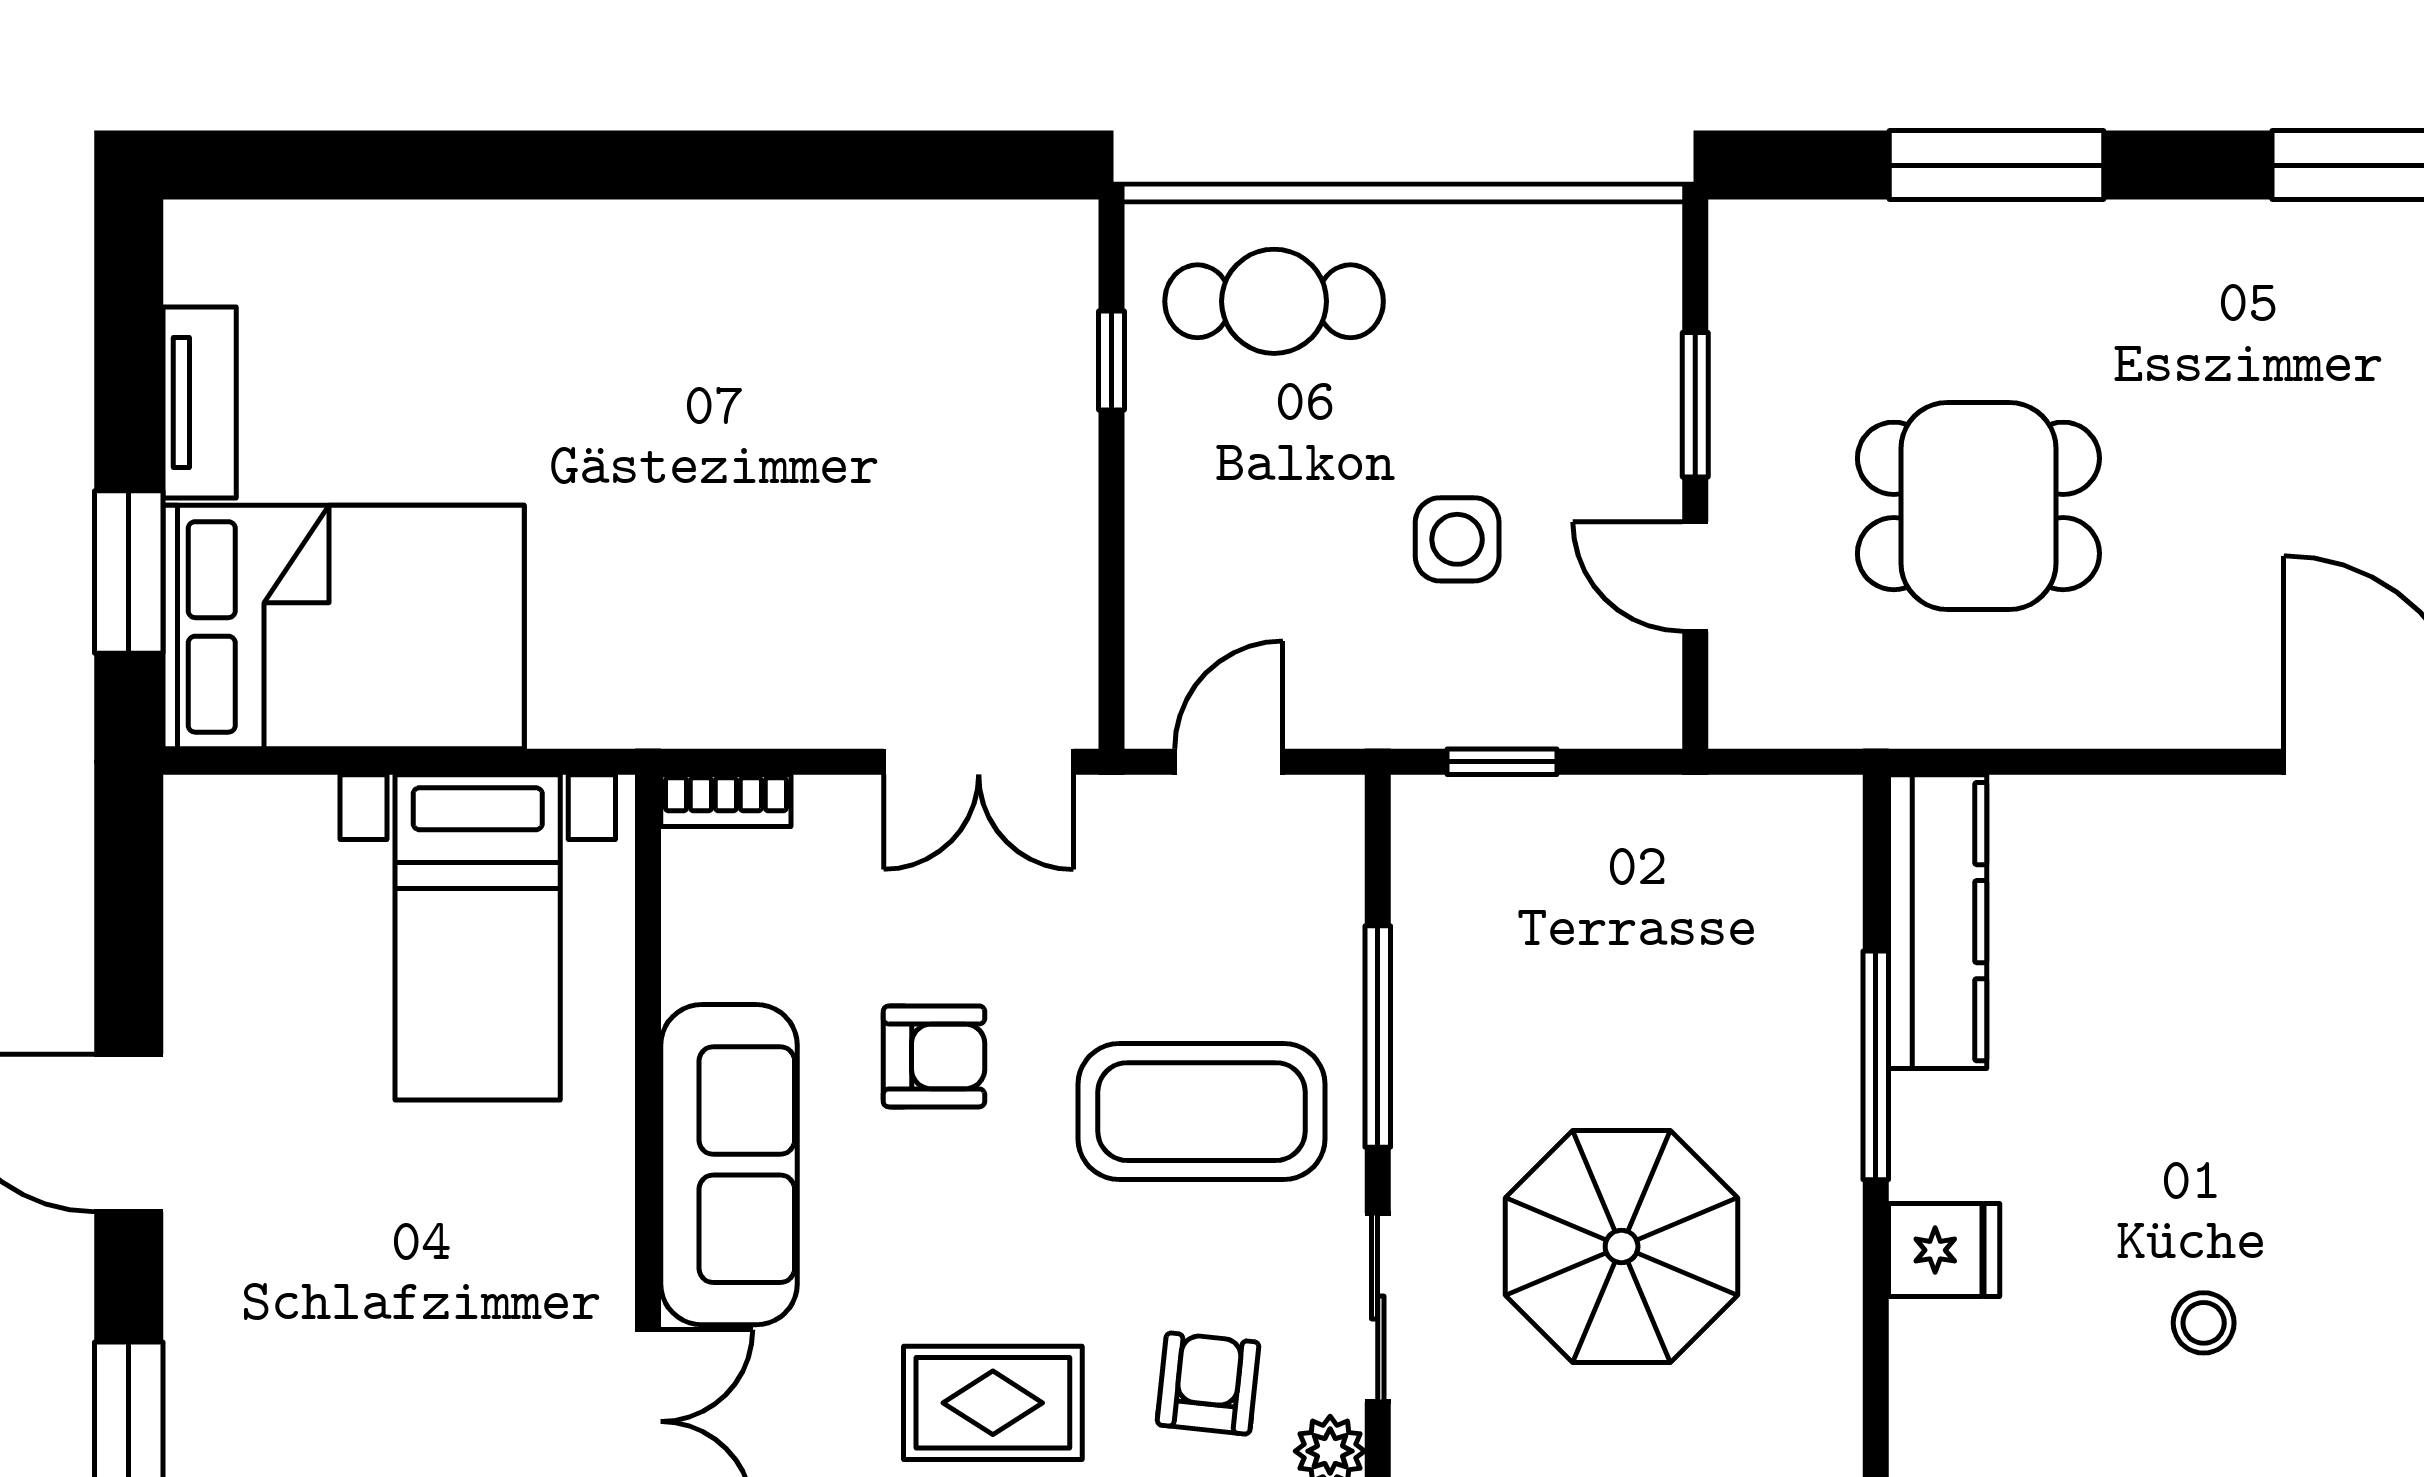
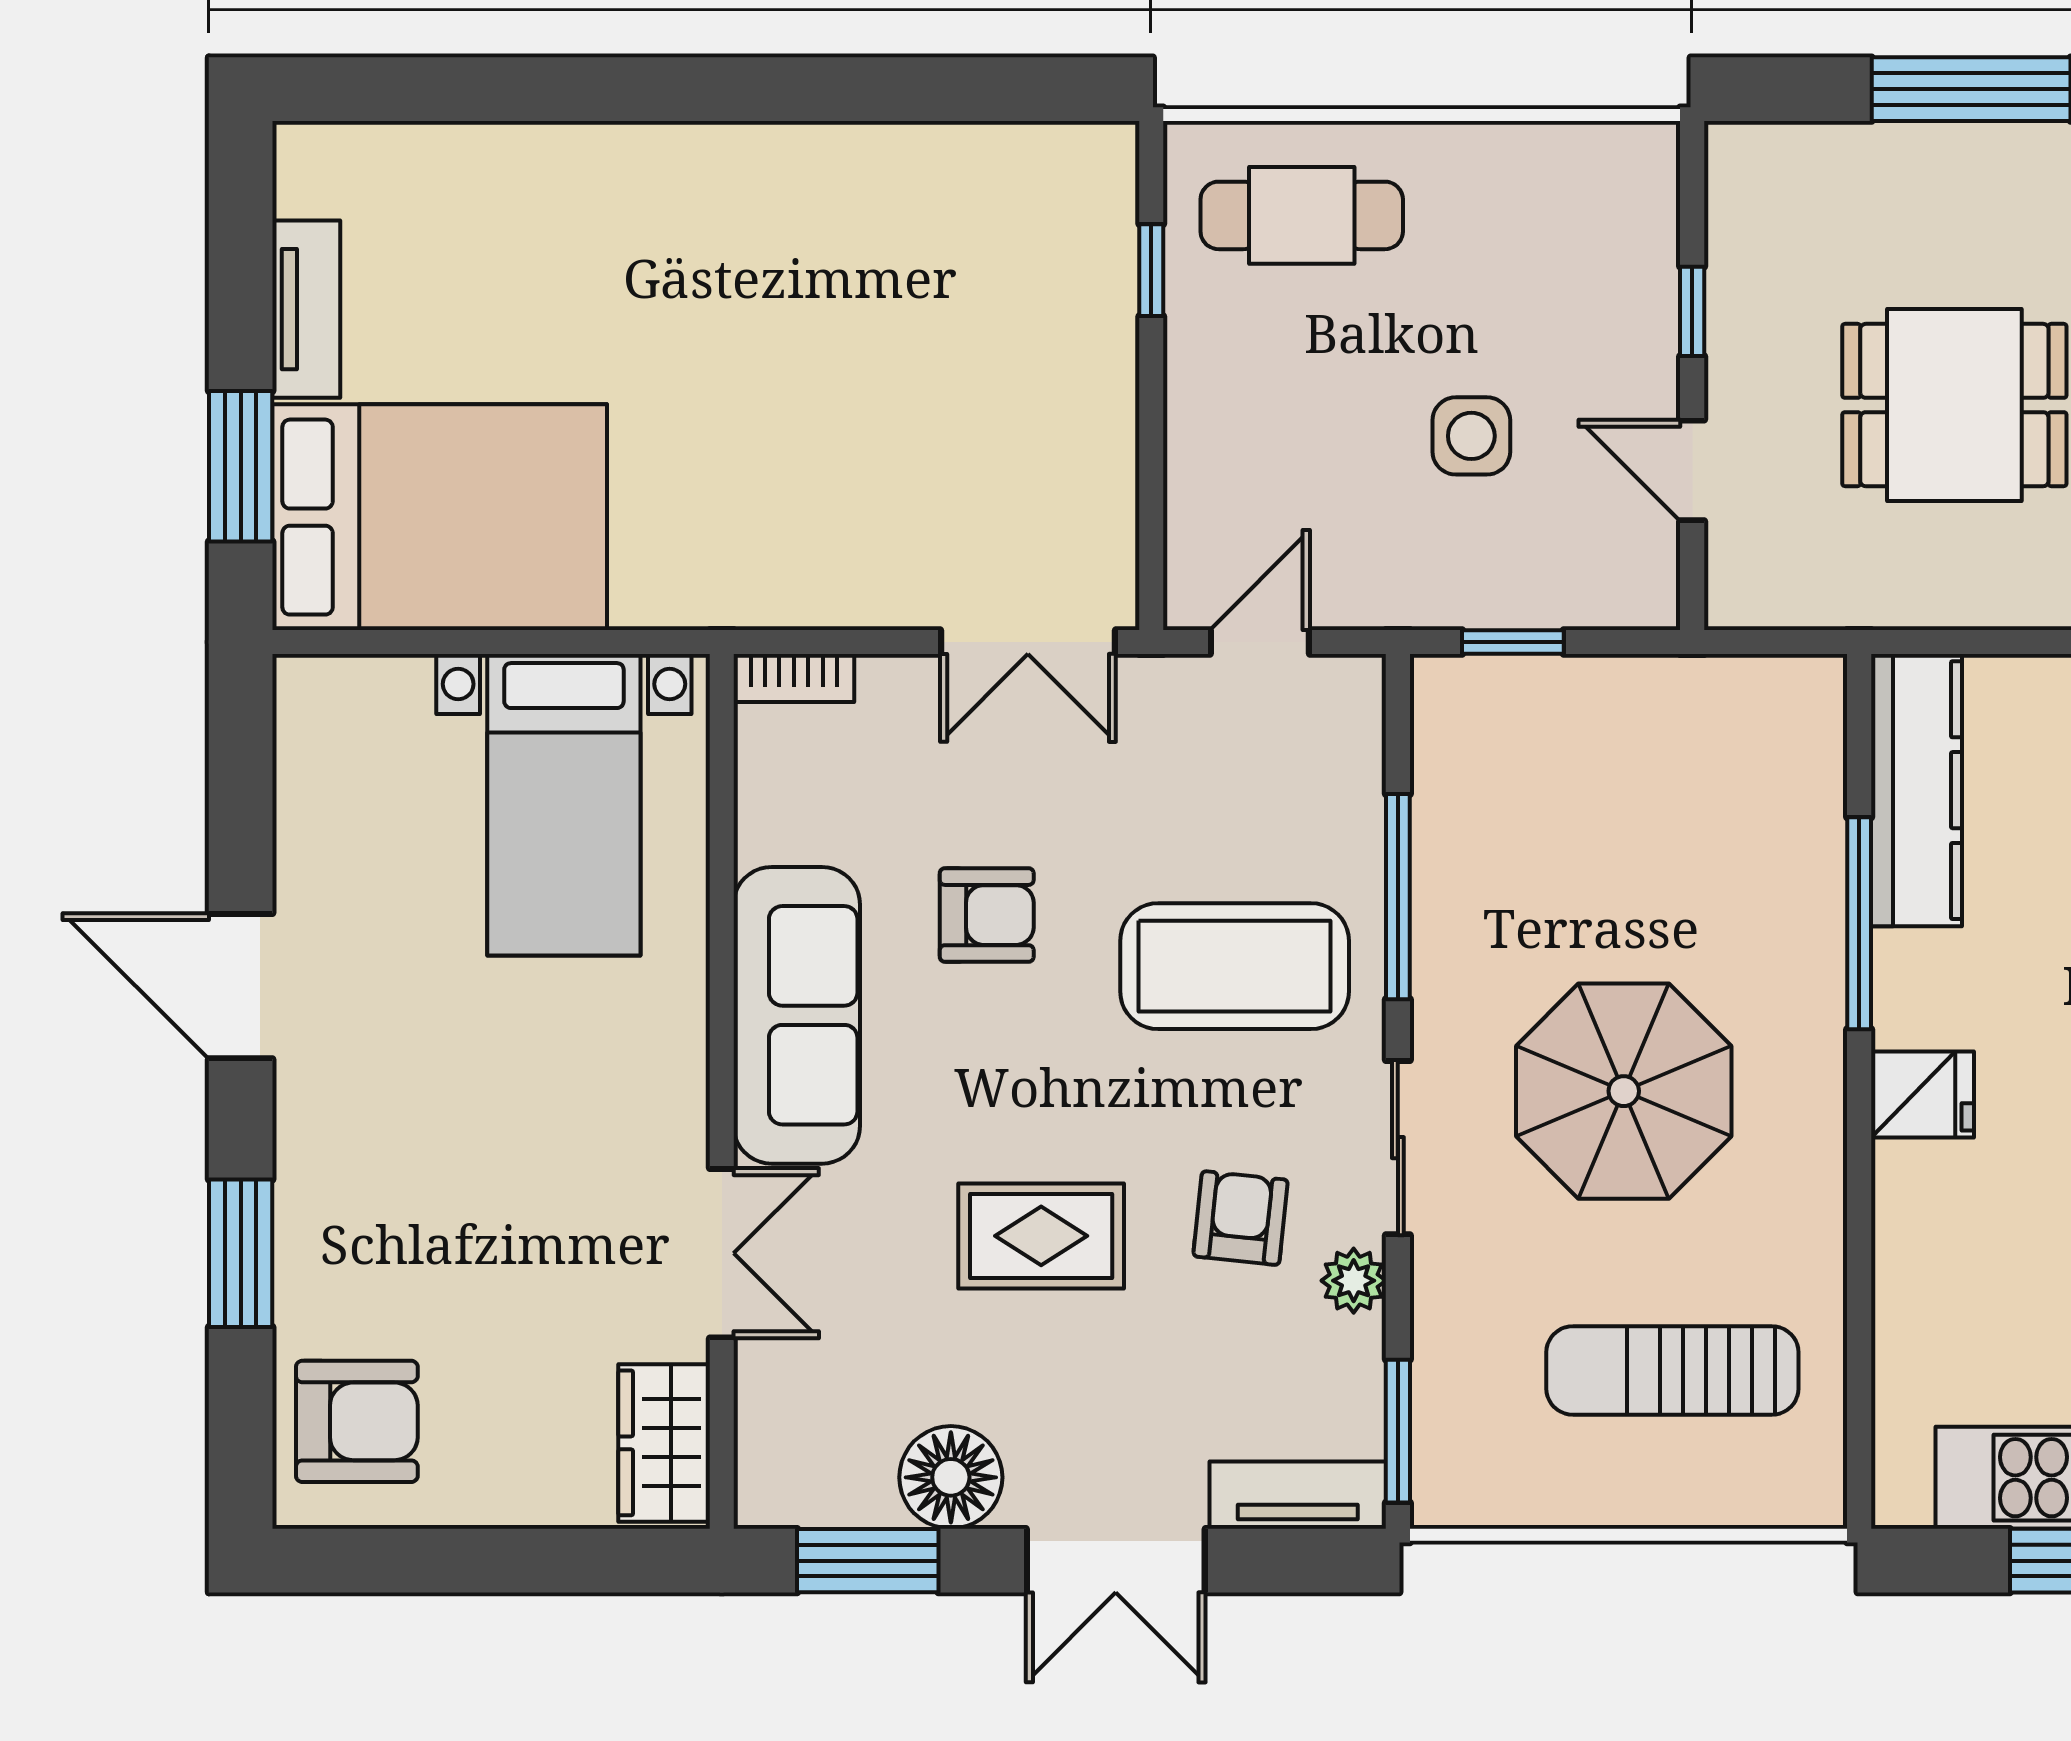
window: (1695, 405) -> (1692, 311), width x0.67

